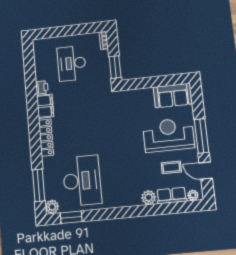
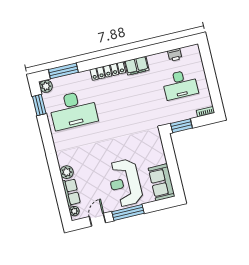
desk: (72, 63) -> (180, 85), turned 180
printer: (42, 87) -> (175, 55), moved
reception desk: (168, 135) -> (125, 183), turned 180
coffee table: (171, 167) -> (96, 189), removed

